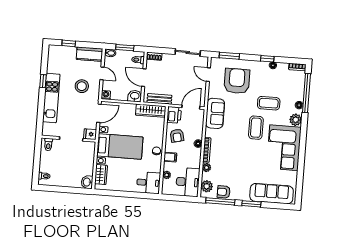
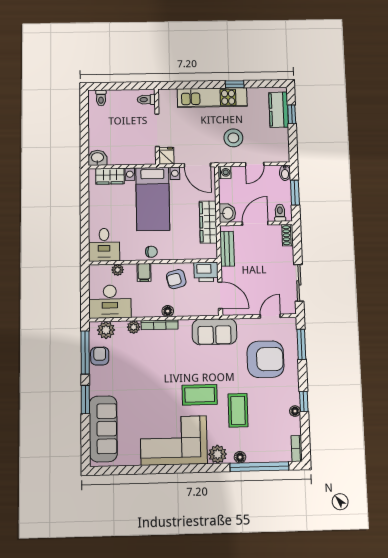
kitchen counter: (90, 54) -> (279, 110), moved
wardrobe: (151, 111) -> (208, 222), moved

